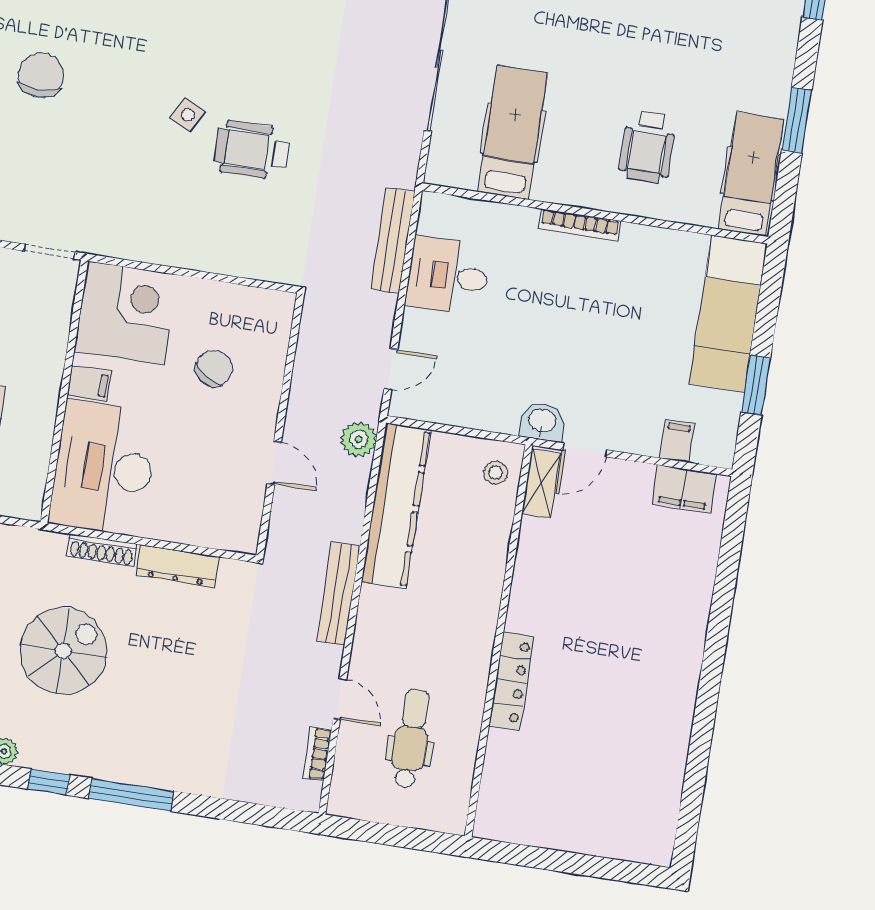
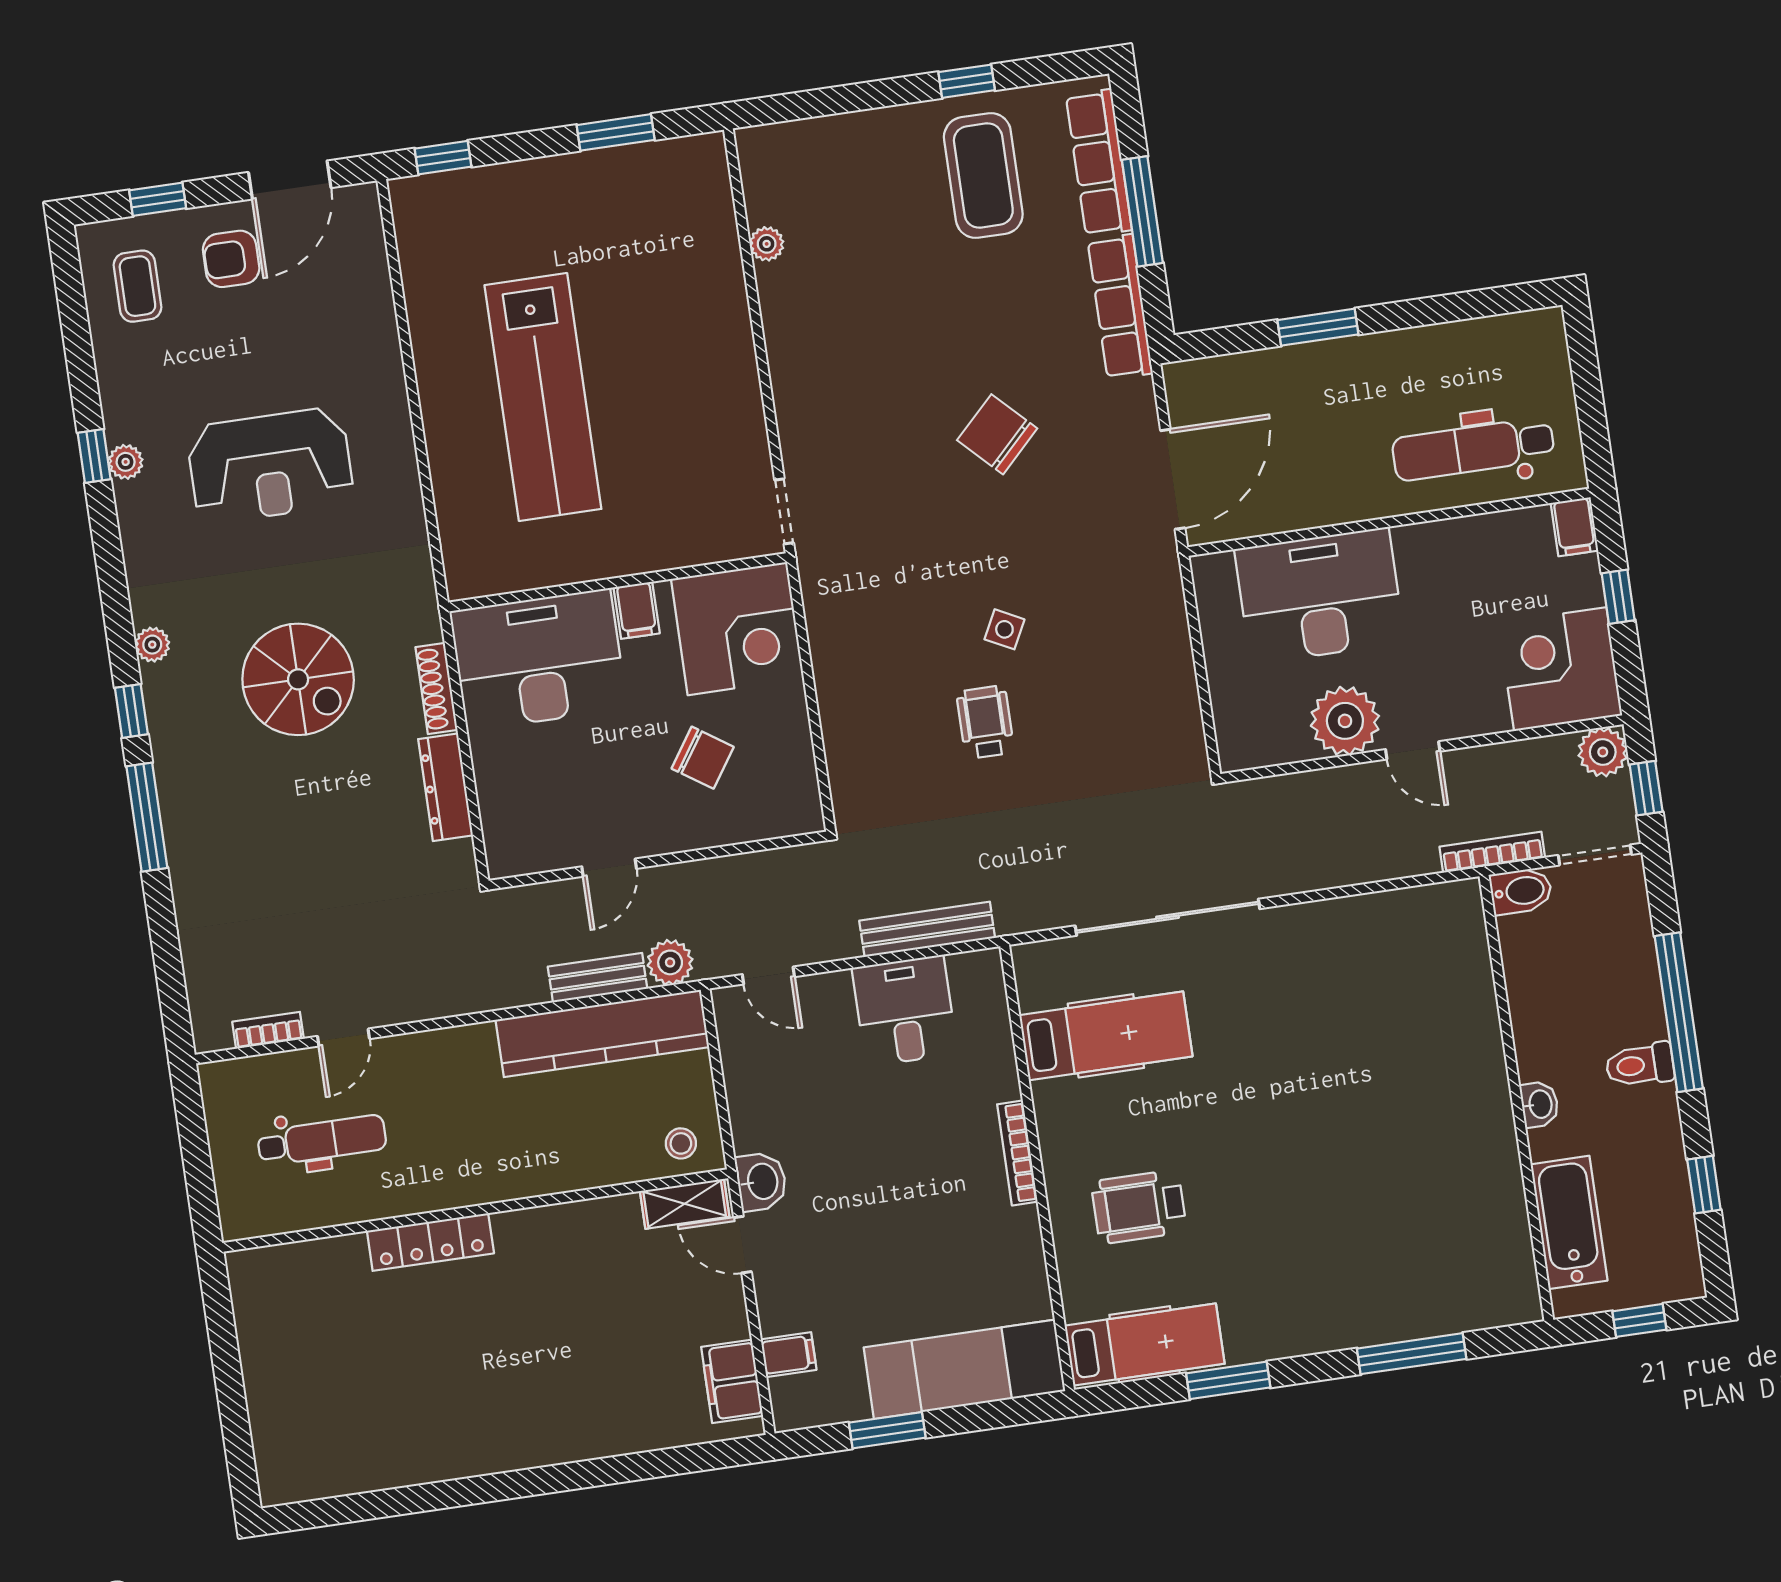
chair: (41, 76) -> (997, 434), turned -135
wheelchair: (252, 150) -> (985, 722), width x0.73, depth x0.73
bench: (338, 593) -> (598, 978), moved, width x0.73

